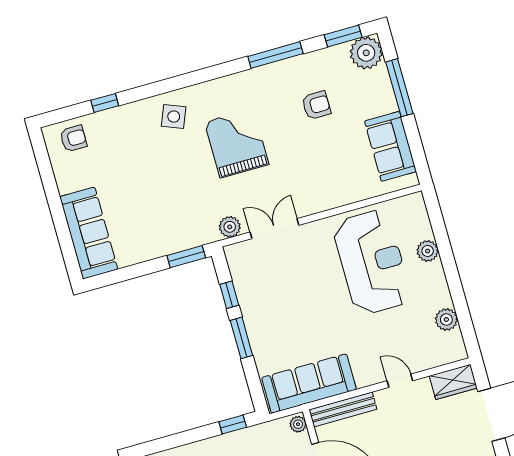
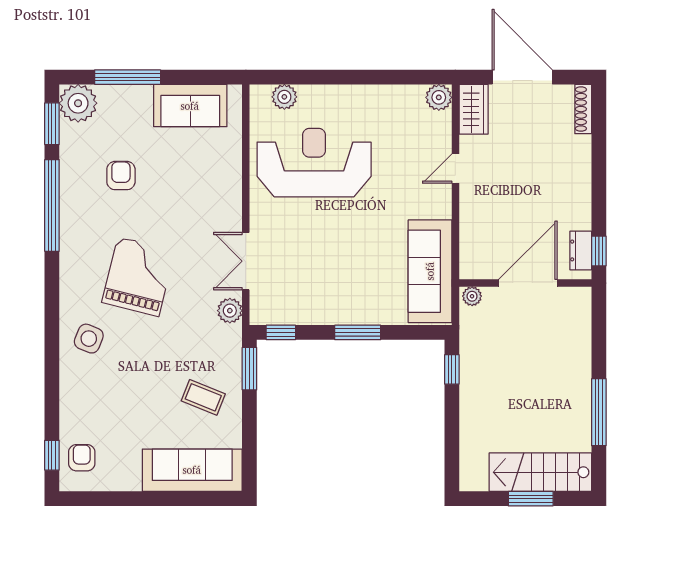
window: (275, 55) -> (52, 205), width x1.46
window: (105, 103) -> (52, 455), moved
grand piano: (237, 143) -> (138, 277), turned 104
coffee table: (152, 225) -> (203, 397), added
plant: (428, 251) -> (284, 97), moved
window: (229, 295) -> (281, 332), moved
plant: (446, 320) -> (439, 97), moved
bench: (343, 409) -> (470, 241), removed

